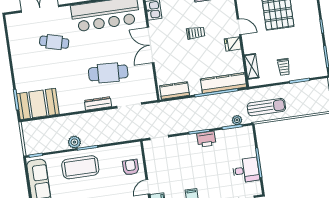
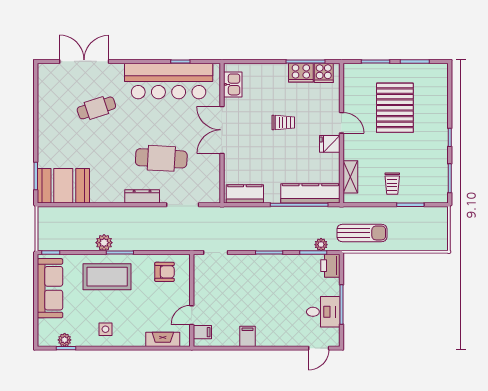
cafe table: (54, 42) -> (96, 108), turned -33
printer: (206, 139) -> (330, 266), moved, turned 90
armchair: (131, 167) -> (165, 272), moved, turned 90

